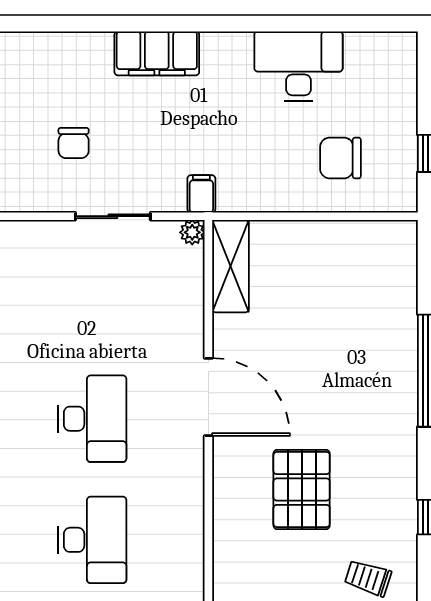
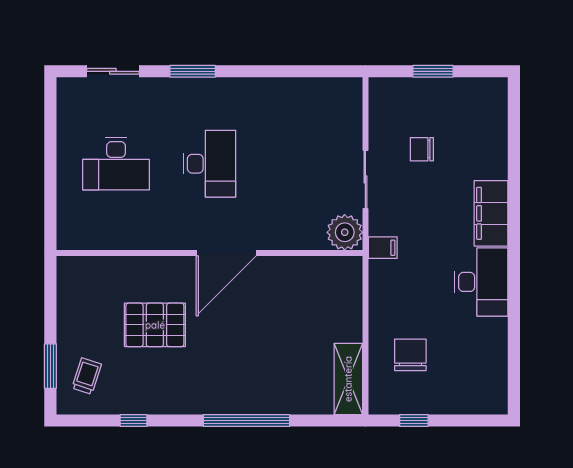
desk: (298, 66) -> (481, 282), moved
plant: (192, 232) -> (345, 232), width x1.87, depth x1.87
shelving: (231, 266) -> (348, 379), moved, turned 90
desk: (92, 419) -> (209, 164), turned -90

